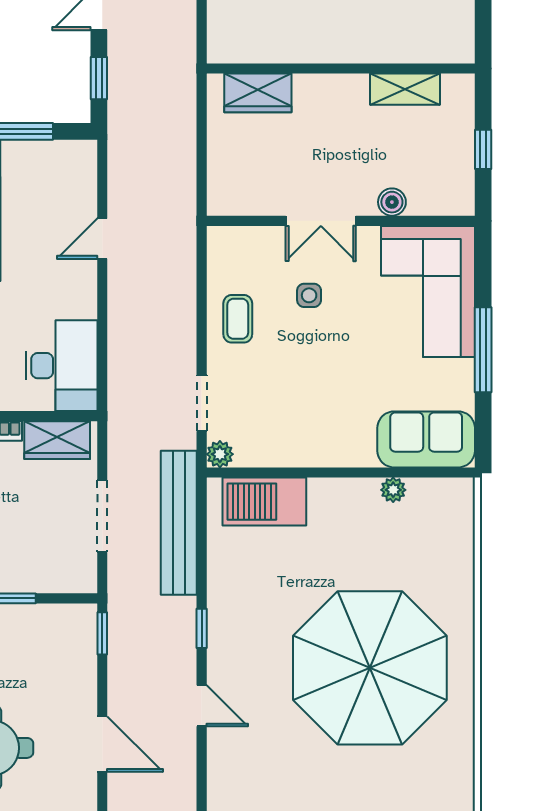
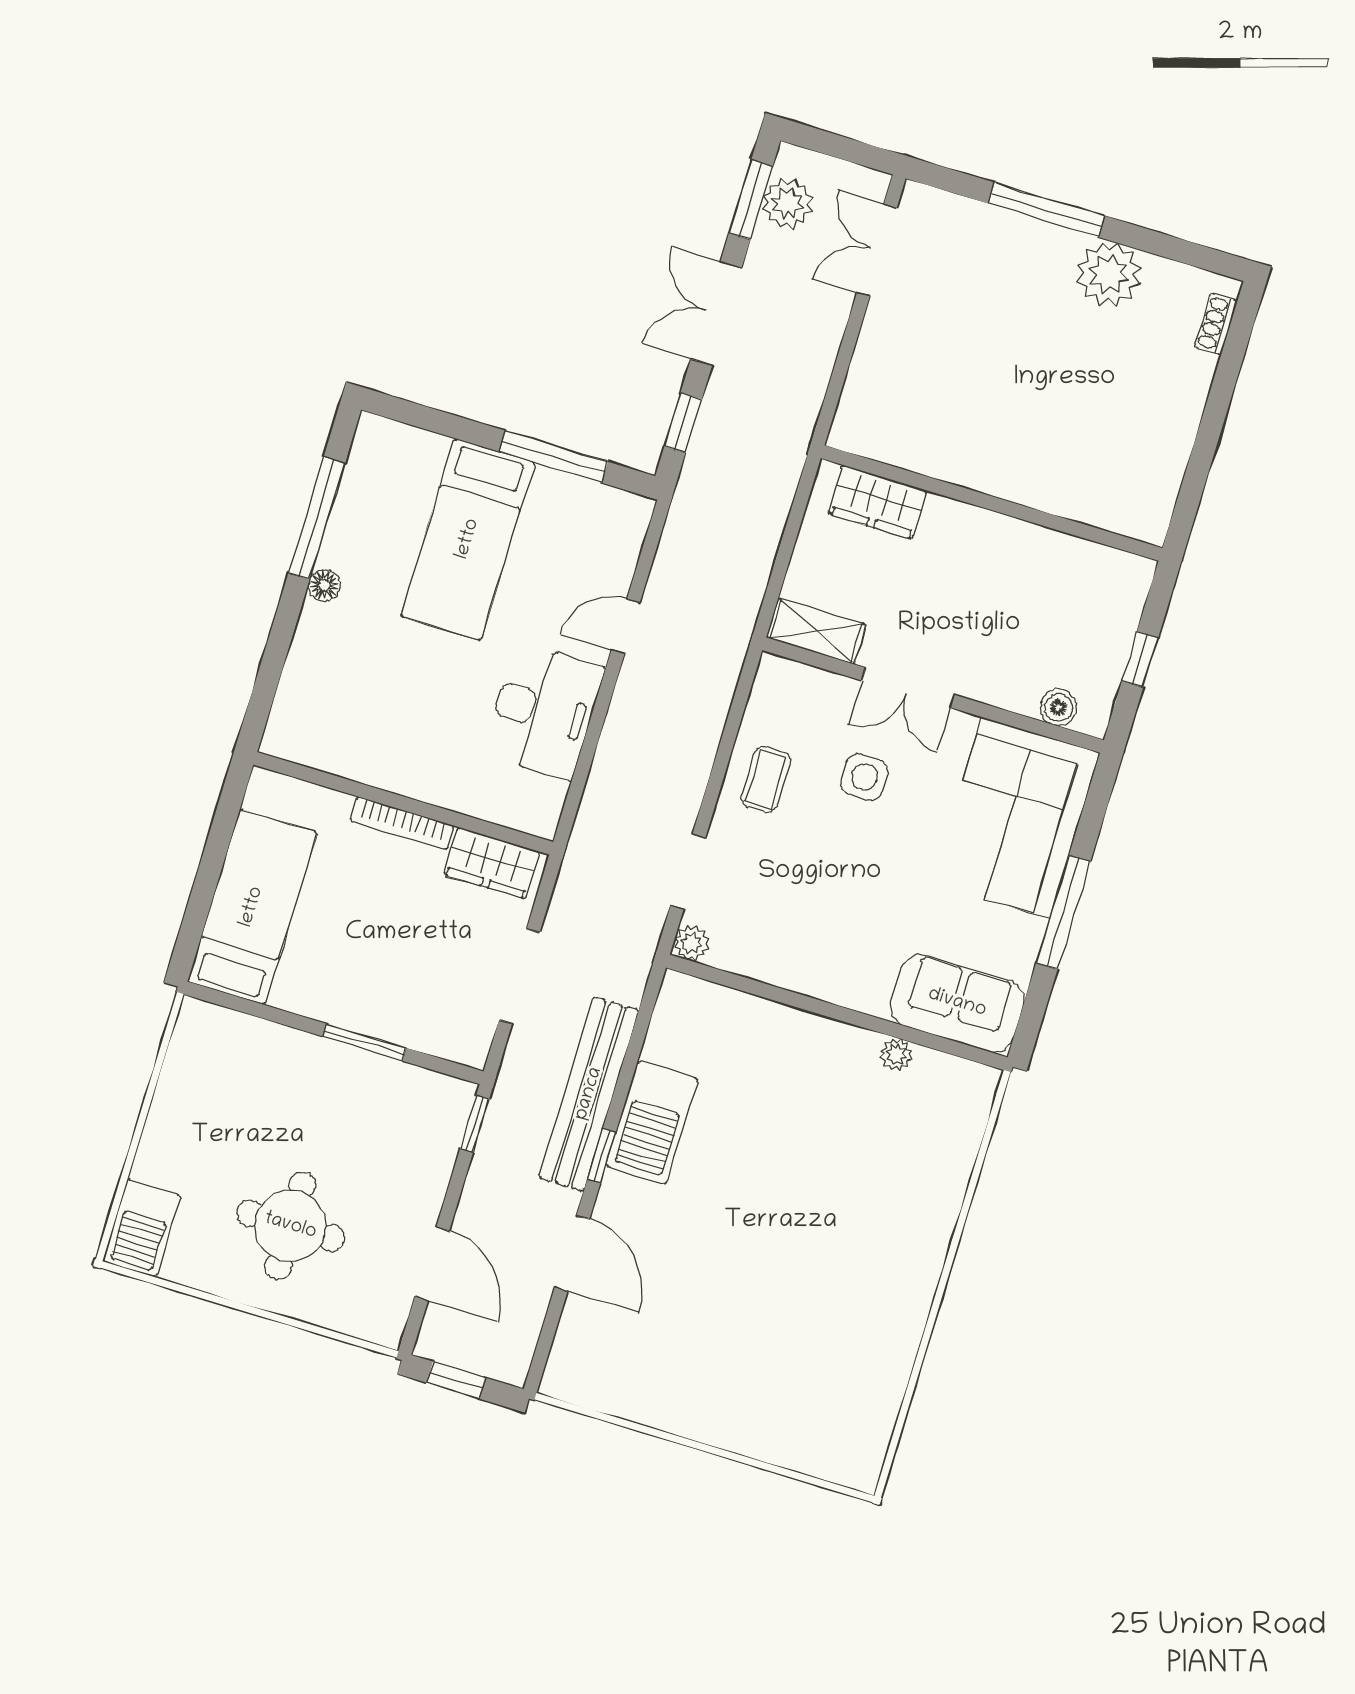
shelving: (405, 89) -> (816, 631), moved
boiler: (392, 202) -> (1058, 707), moved
side table: (309, 295) -> (865, 777), width x1.37, depth x1.37
desk: (61, 366) -> (544, 711), moved
barbecue: (264, 502) -> (652, 1122), moved, turned -90
bench: (179, 523) -> (589, 1094), moved
parasol: (370, 668) -> (799, 1270), removed
door: (202, 706) -> (572, 1253), width x1.38

